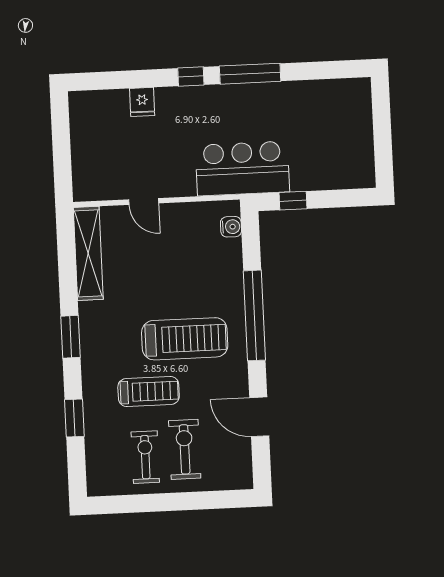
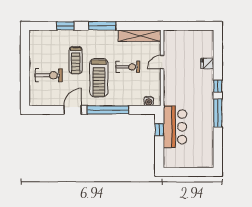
bar counter: (242, 168) -> (175, 127), moved
window: (70, 337) -> (102, 26), width x1.44
door: (259, 417) -> (73, 110), moved
exercise bike: (145, 457) -> (128, 67), moved

